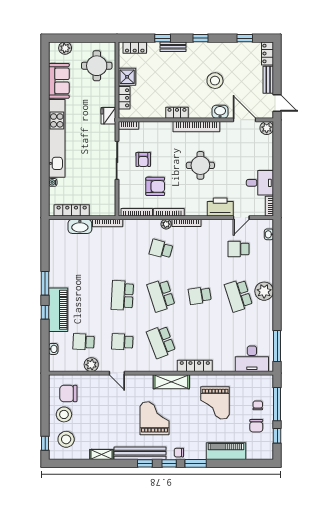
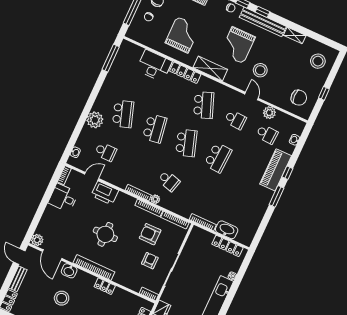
plant: (264, 291) -> (95, 120), moved
school desk: (200, 295) -> (155, 128), width x1.85
desk: (252, 359) -> (154, 66), moved
stool: (64, 414) -> (260, 70), moved
window: (45, 443) -> (324, 93), moved

